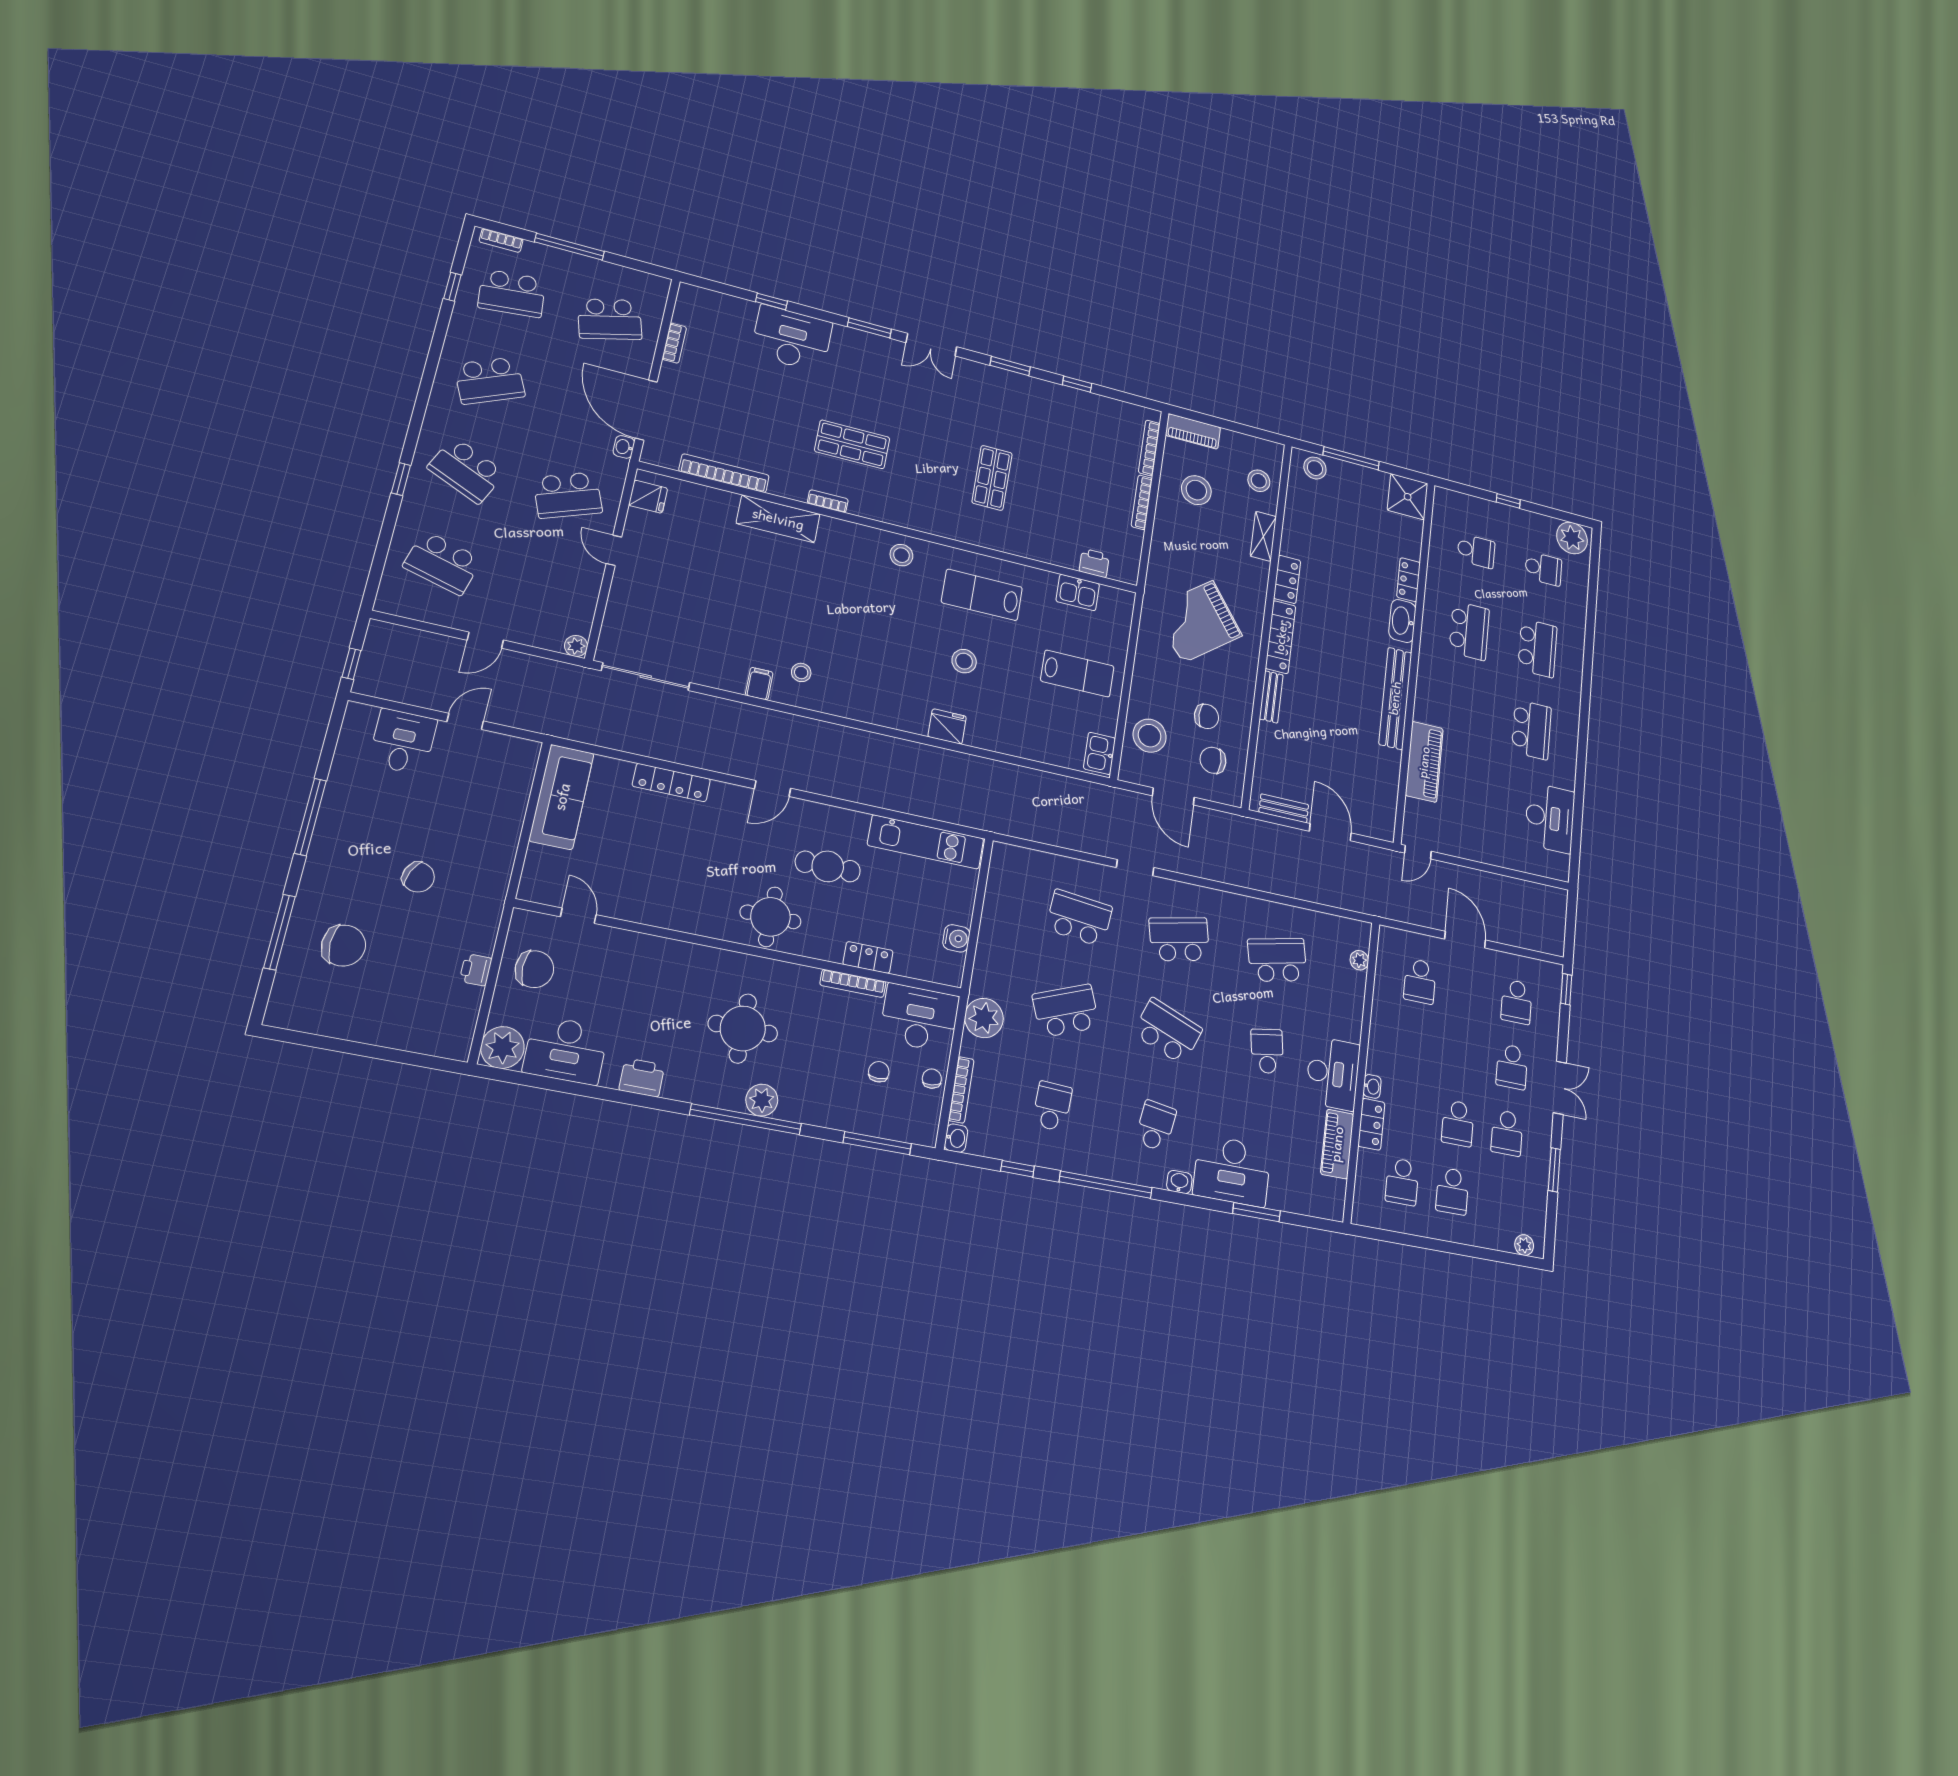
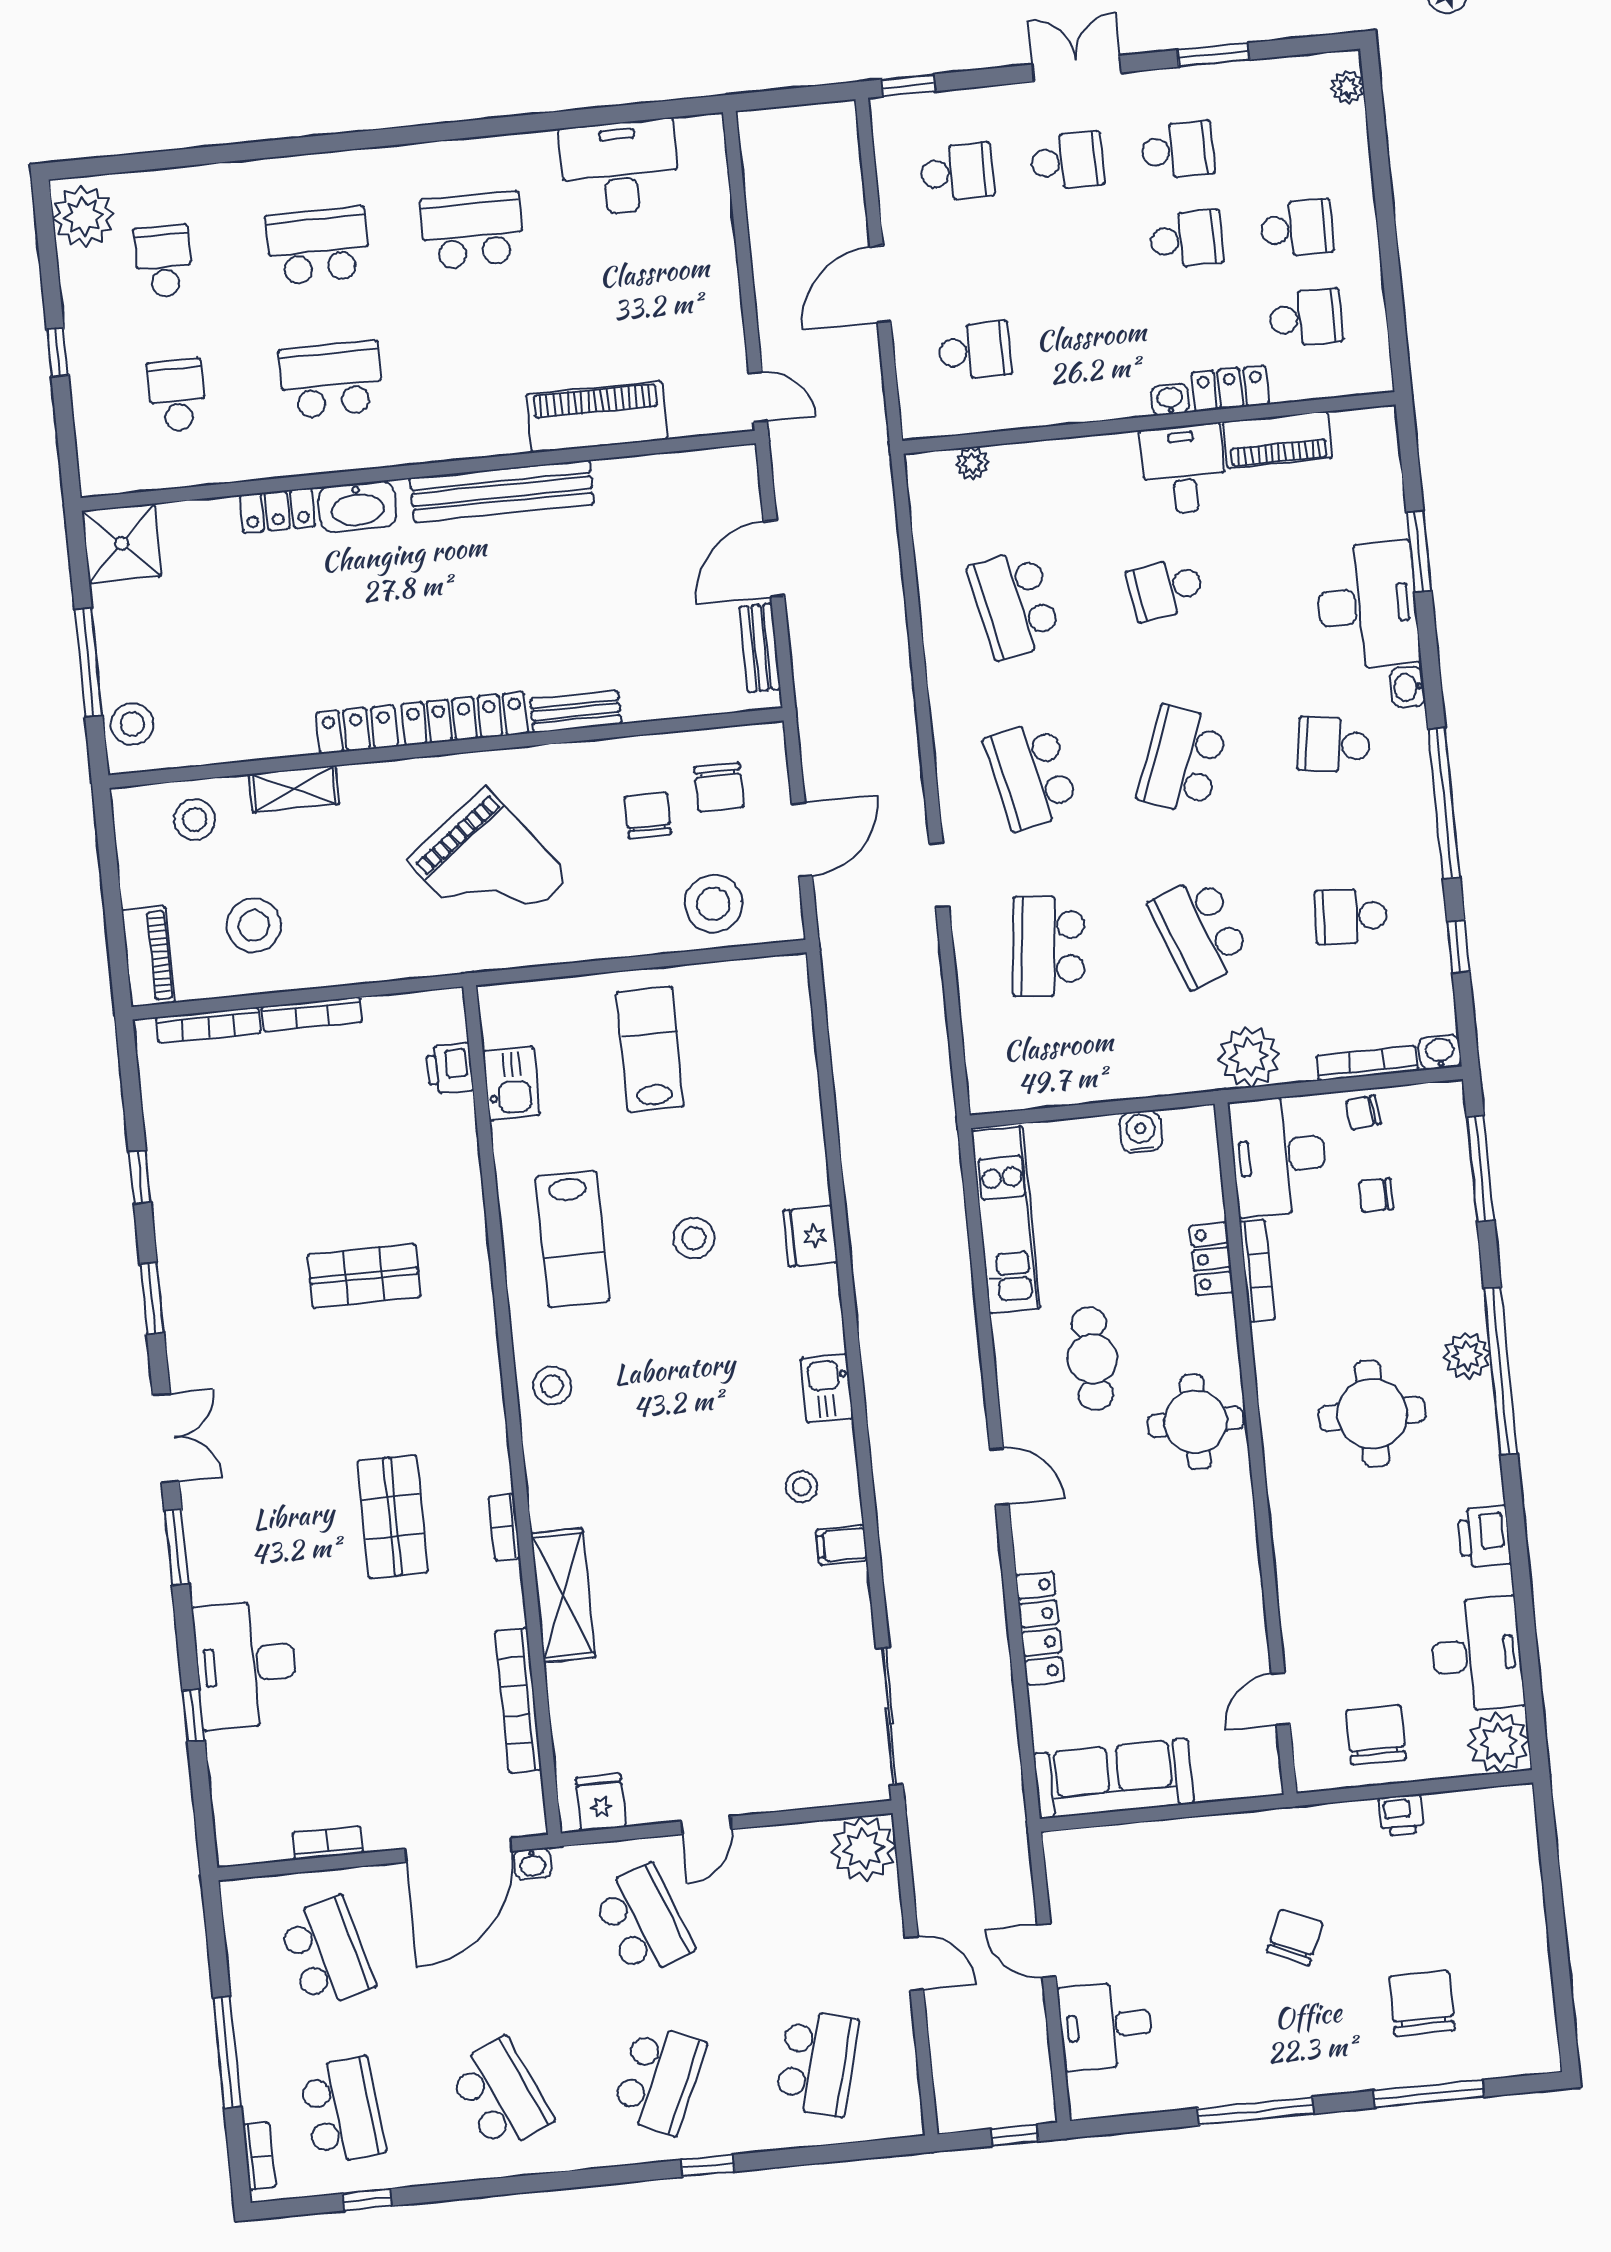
plant: (576, 646) -> (864, 1849), width x1.88, depth x1.88
kitchen sink: (1100, 753) -> (827, 1388), moved, turned 90
desk: (1333, 1073) -> (1184, 469), width x0.73

